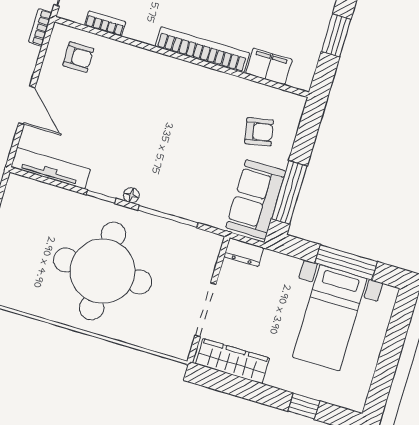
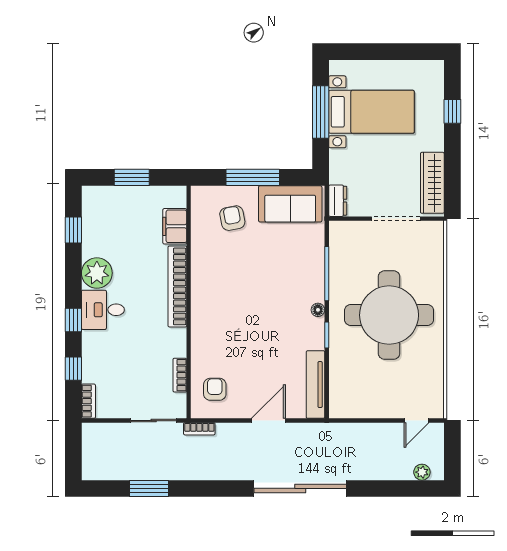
window: (289, 192) -> (253, 177), moved

